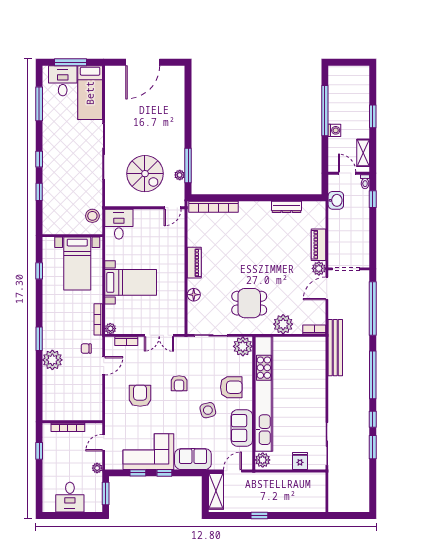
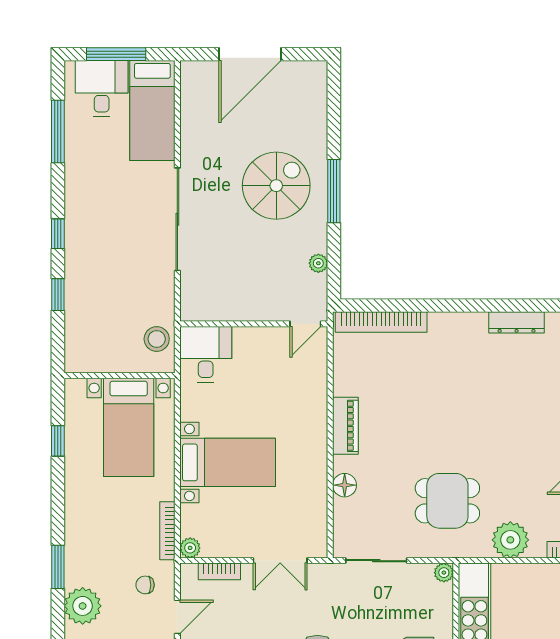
window: (188, 166) -> (334, 191), moved
spiral stairs: (145, 174) -> (276, 186), moved, turned -90
plant: (243, 346) -> (444, 573), width x0.53, depth x0.53

